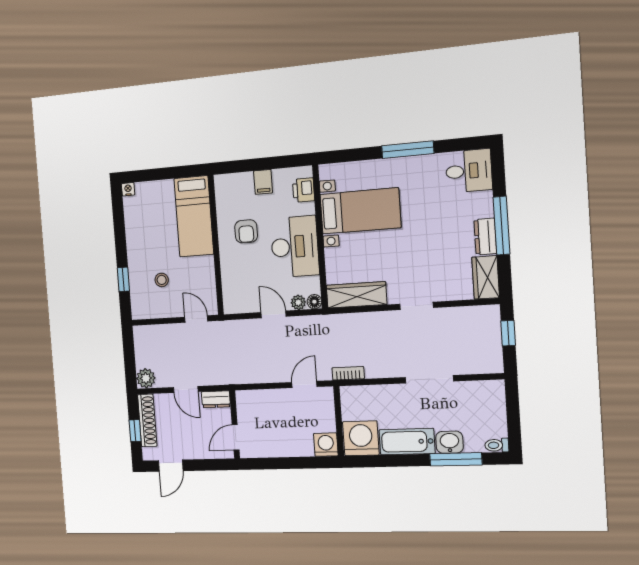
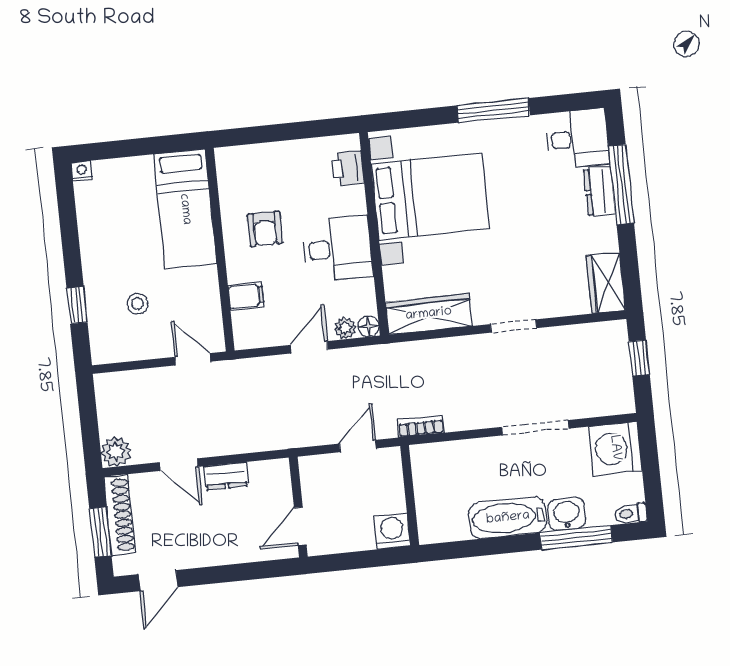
filing cabinet: (263, 182) -> (246, 296), moved, turned -90
bed with nightstands: (360, 211) -> (430, 196), width x1.36
window: (502, 226) -> (621, 185), moved
dresser: (485, 237) -> (599, 191), moved
desk: (295, 247) -> (337, 249), width x0.73
door: (274, 314) -> (309, 347), hinge flipped
wall: (235, 424) -> (298, 507), moved
window: (135, 431) -> (100, 532), width x1.50
door: (236, 437) -> (300, 526), moved
washing machine: (361, 438) -> (615, 448), moved, turned -90

